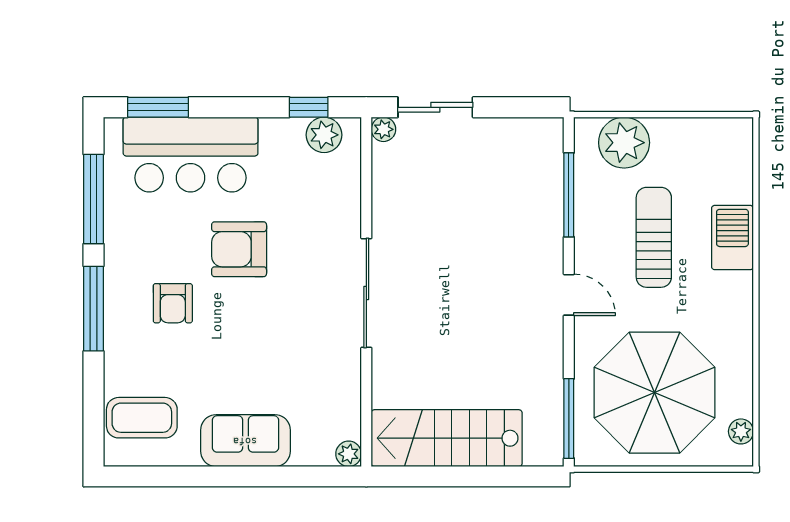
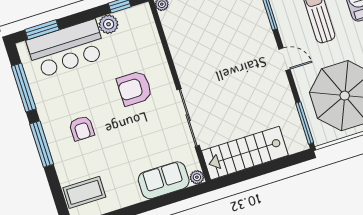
plant: (324, 135) -> (109, 24), moved
armchair: (239, 249) -> (134, 88), moved
sliding door: (366, 293) -> (188, 118), moved
sofa: (245, 441) -> (164, 180), moved

